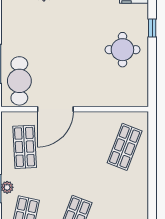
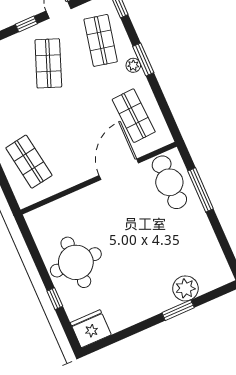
round table: (122, 50) -> (76, 262), width x1.36, depth x1.36
shop shelf: (125, 147) -> (29, 162), turned -30

